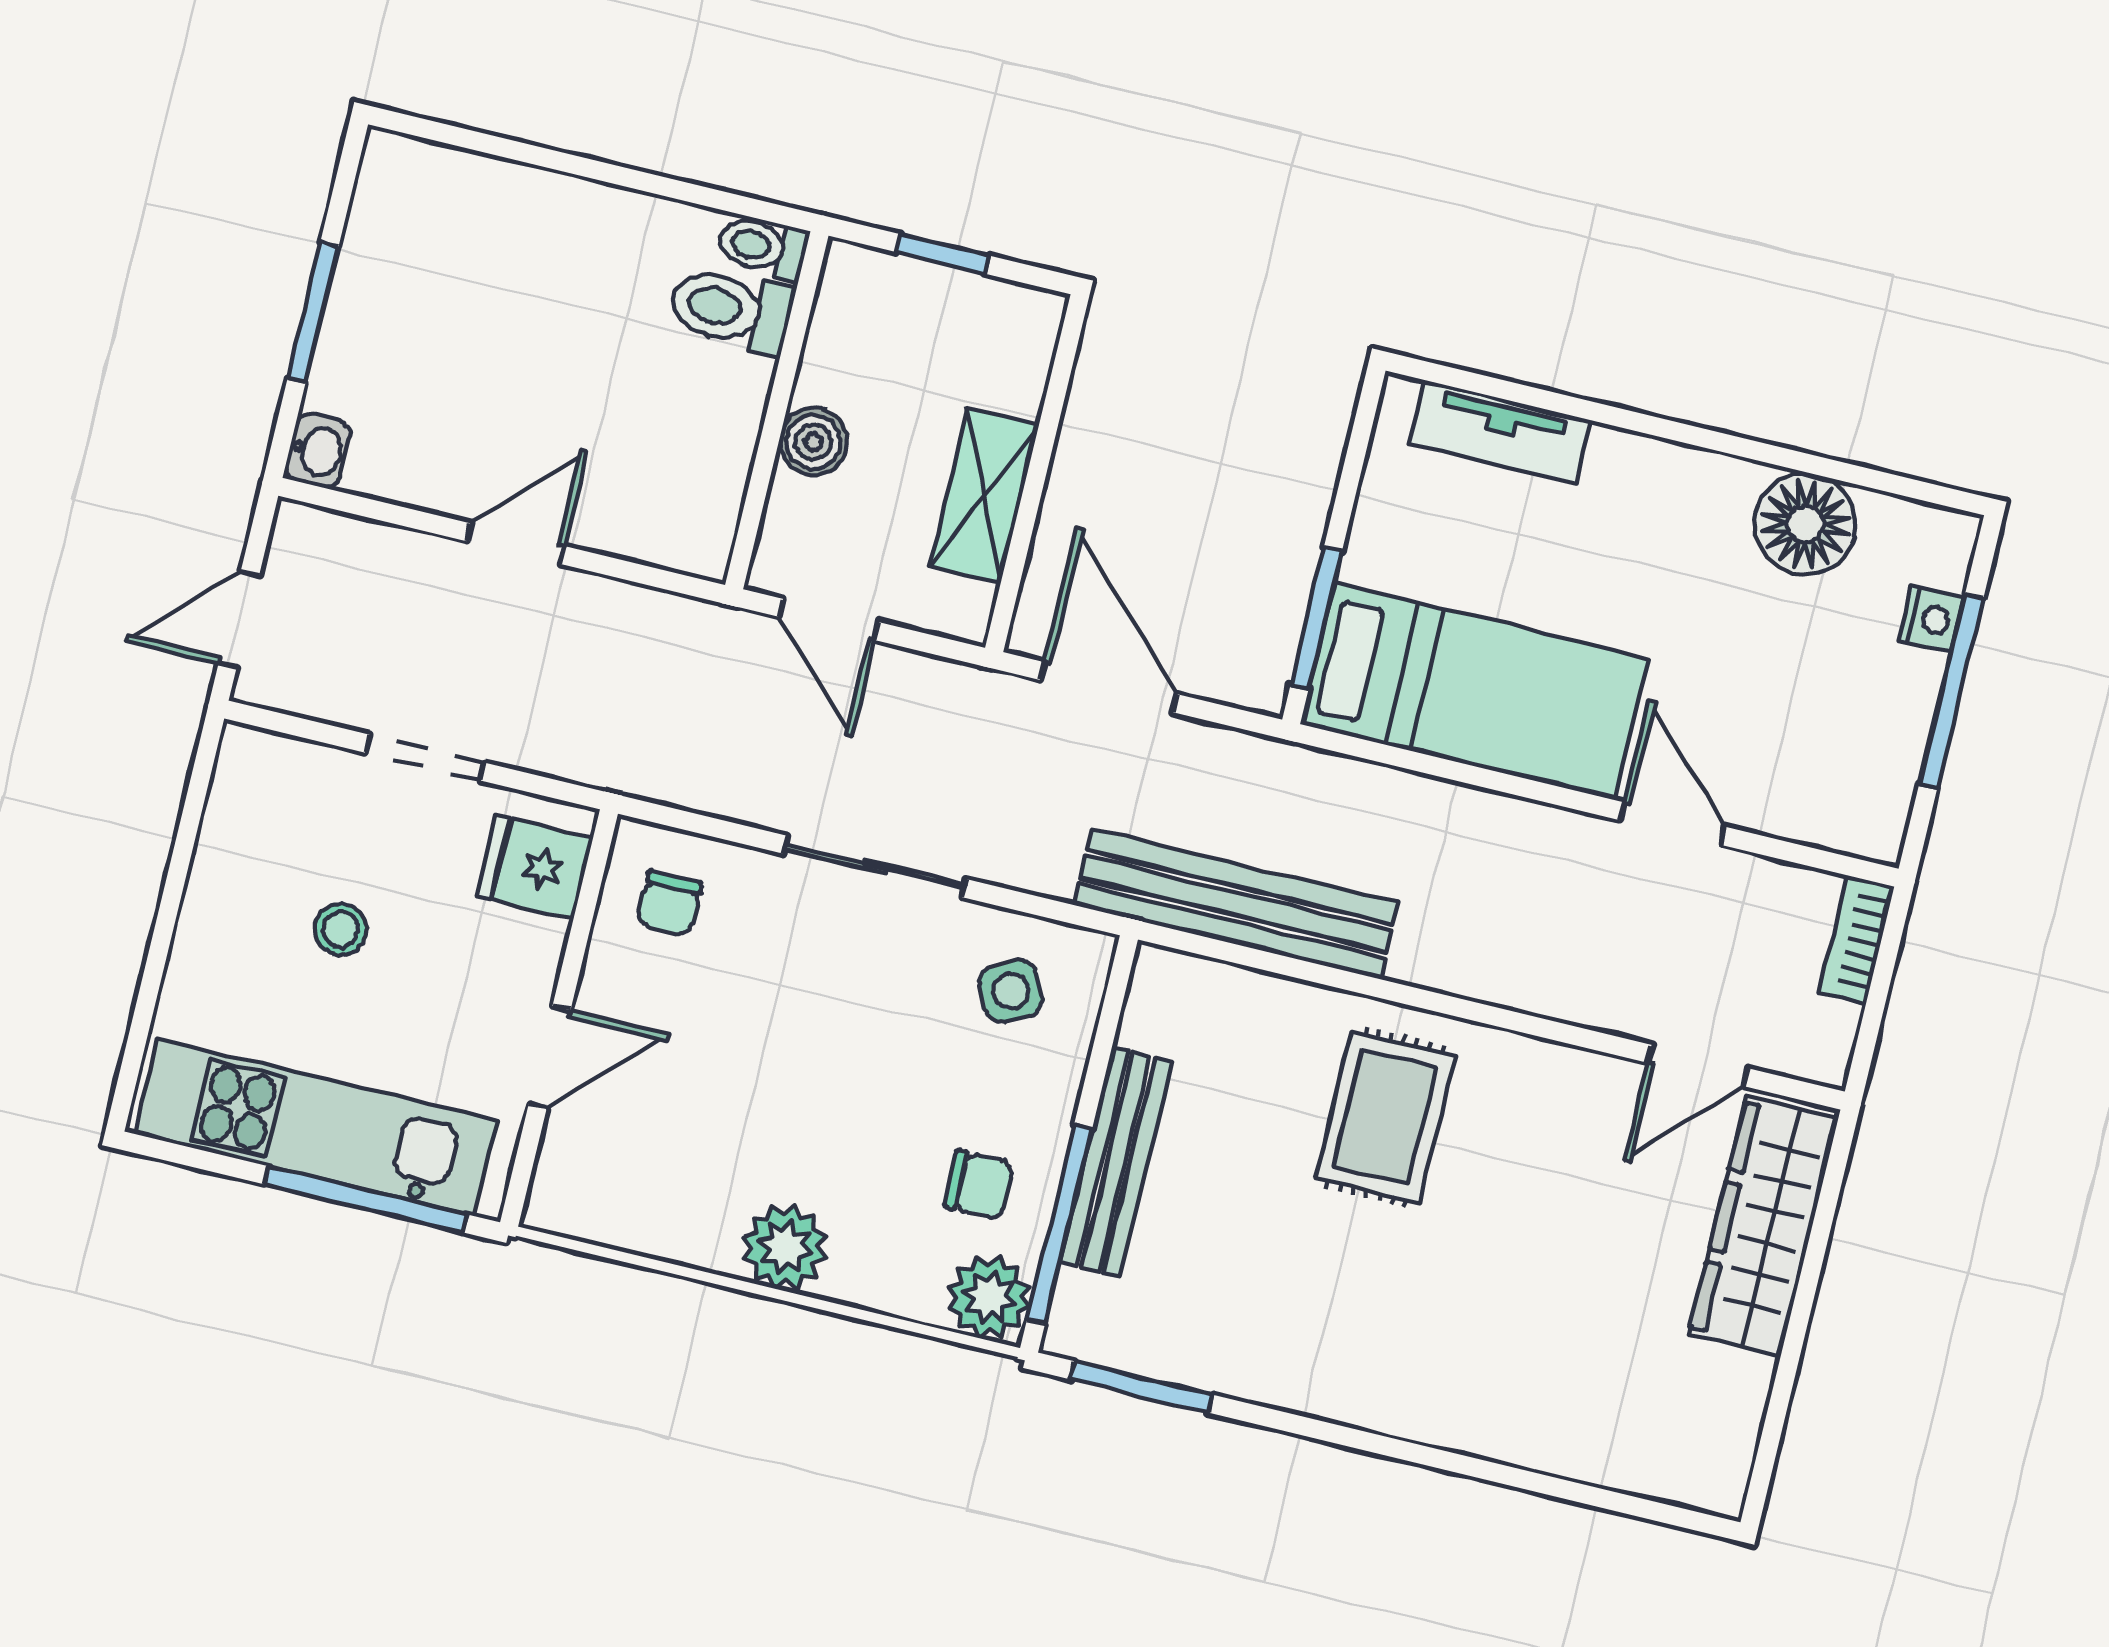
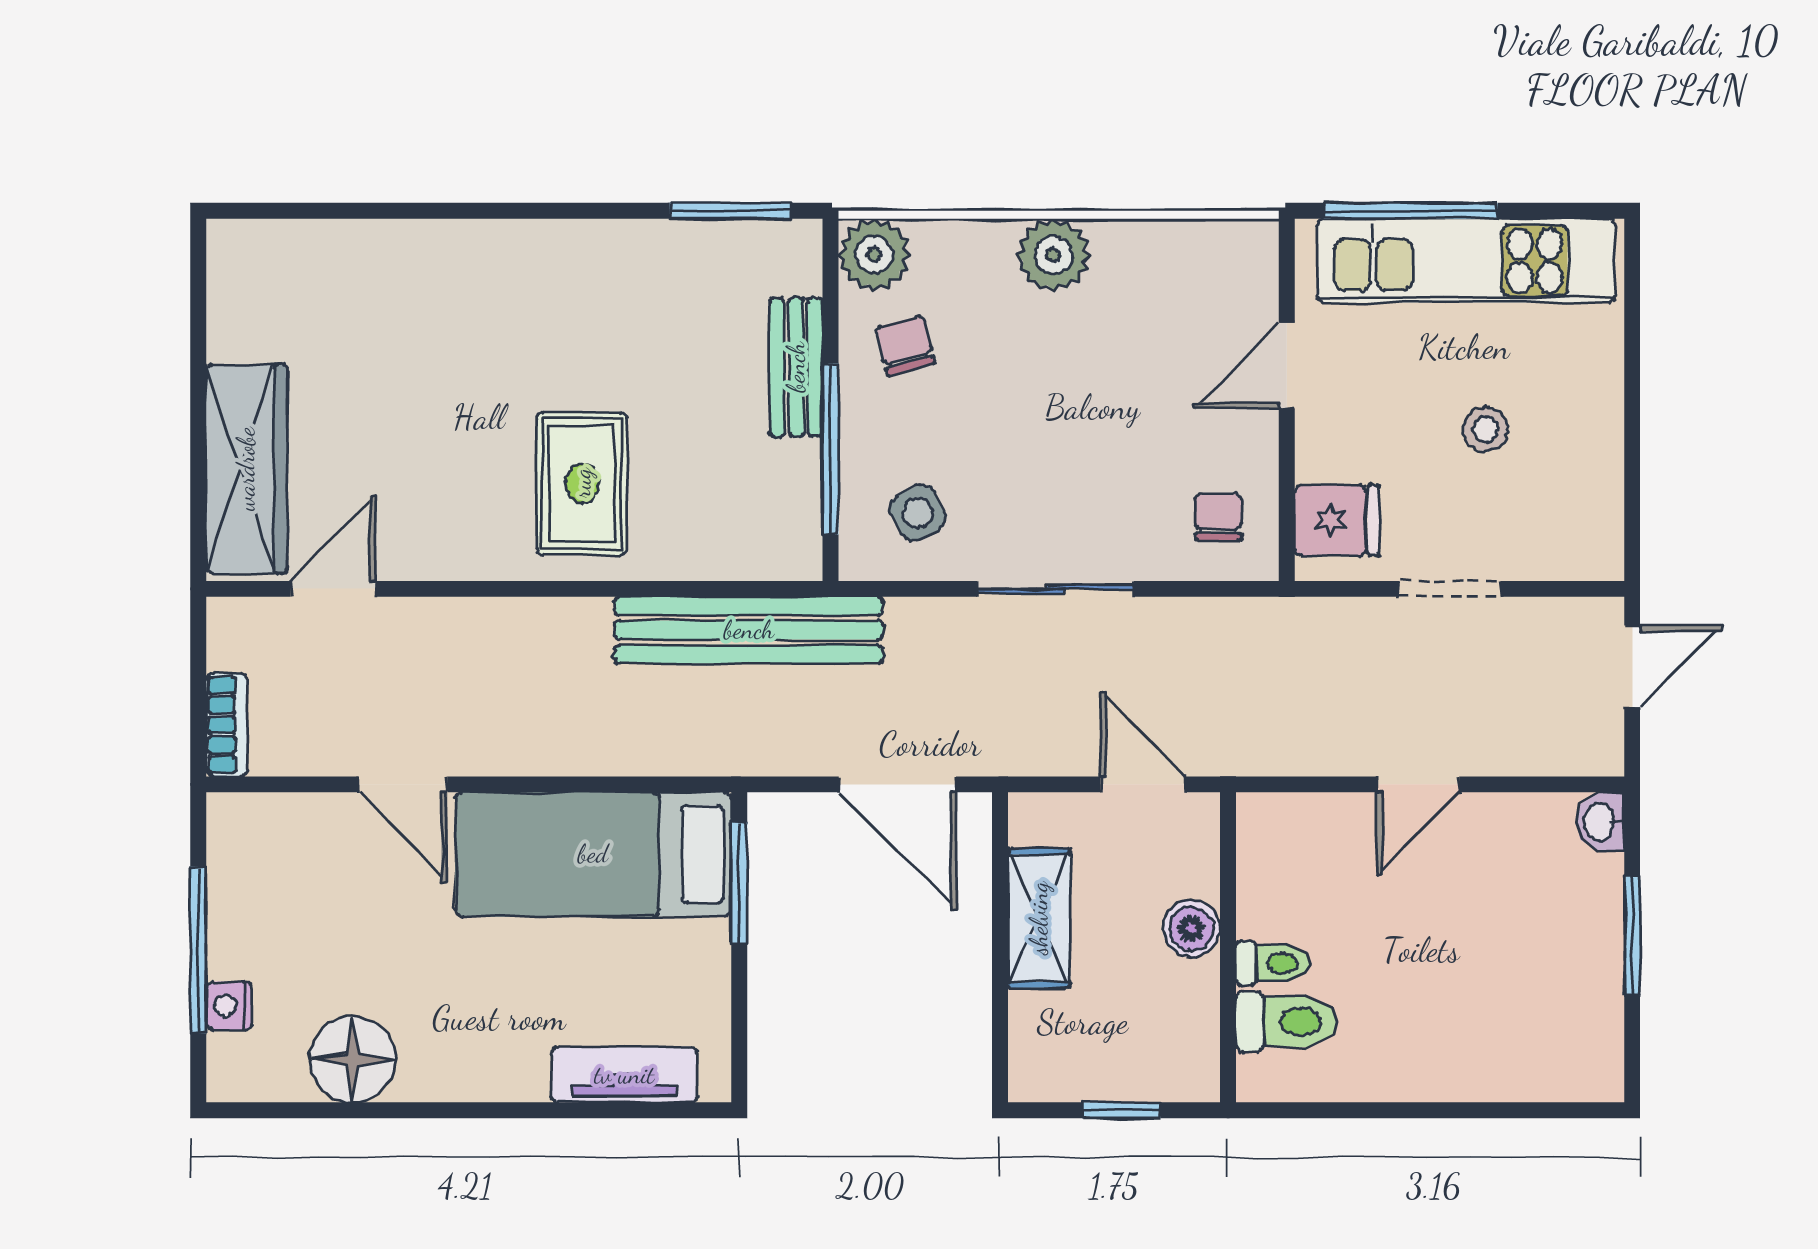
toilet: (763, 247) -> (1273, 963), moved
bench: (1116, 1162) -> (796, 367), width x0.73
chair: (979, 1185) -> (905, 346), turned 75
window: (1059, 1224) -> (830, 449), moved

